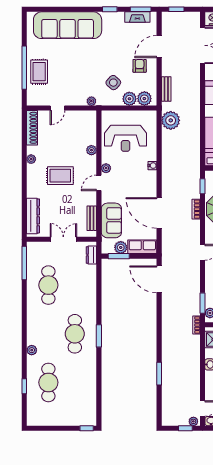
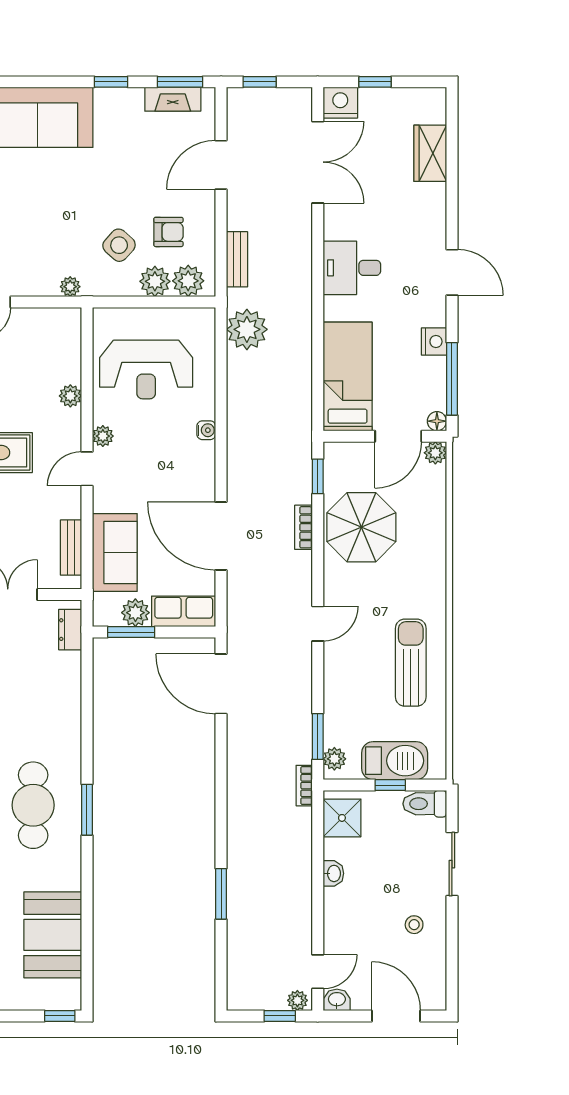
armchair: (140, 66) -> (168, 232), moved, turned 90
booth: (84, 392) -> (53, 935), added

